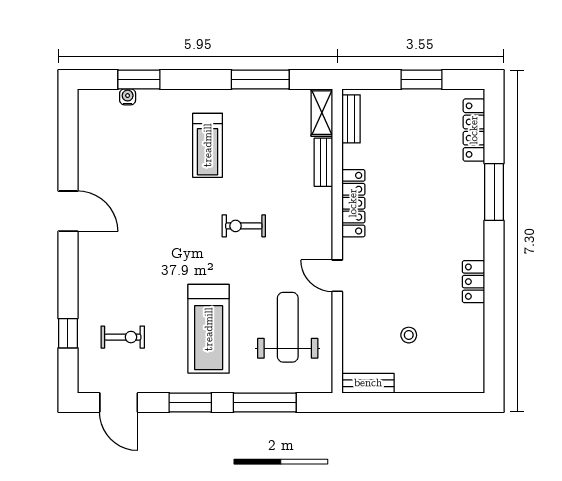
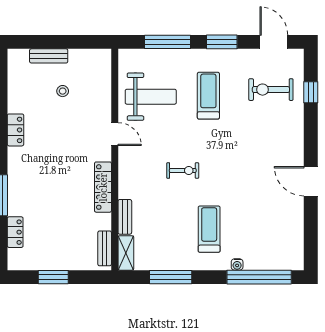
window: (139, 80) -> (259, 277), width x2.11
water cooler: (128, 97) -> (237, 264), moved
locker: (474, 130) -> (15, 232), width x0.66
weight bench: (288, 327) -> (151, 97), turned -90
treadmill: (209, 329) -> (208, 96), width x0.73, depth x0.73
exercise bike: (123, 337) -> (271, 90), width x1.38, depth x1.39
bench: (368, 383) -> (49, 56), moved

